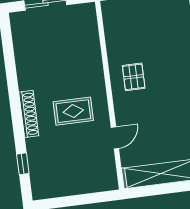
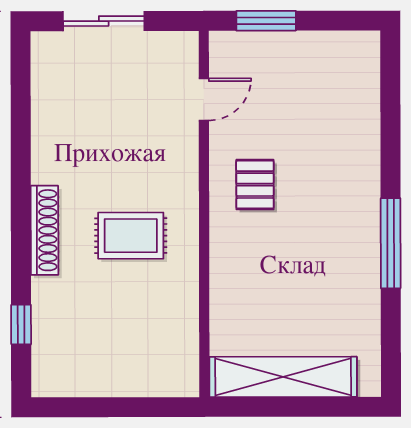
door: (115, 138) -> (204, 99), moved

